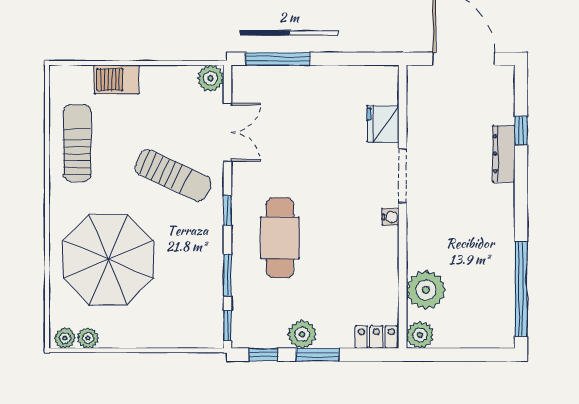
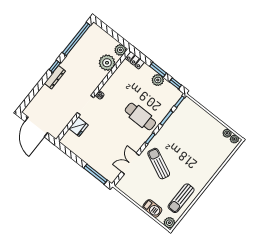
plant: (210, 78) -> (169, 223), moved
window: (521, 131) -> (55, 66), moved
dresser: (504, 154) -> (55, 77), moved
cafe table: (280, 238) -> (140, 116), turned 90
parasol: (108, 260) -> (201, 153), removed

